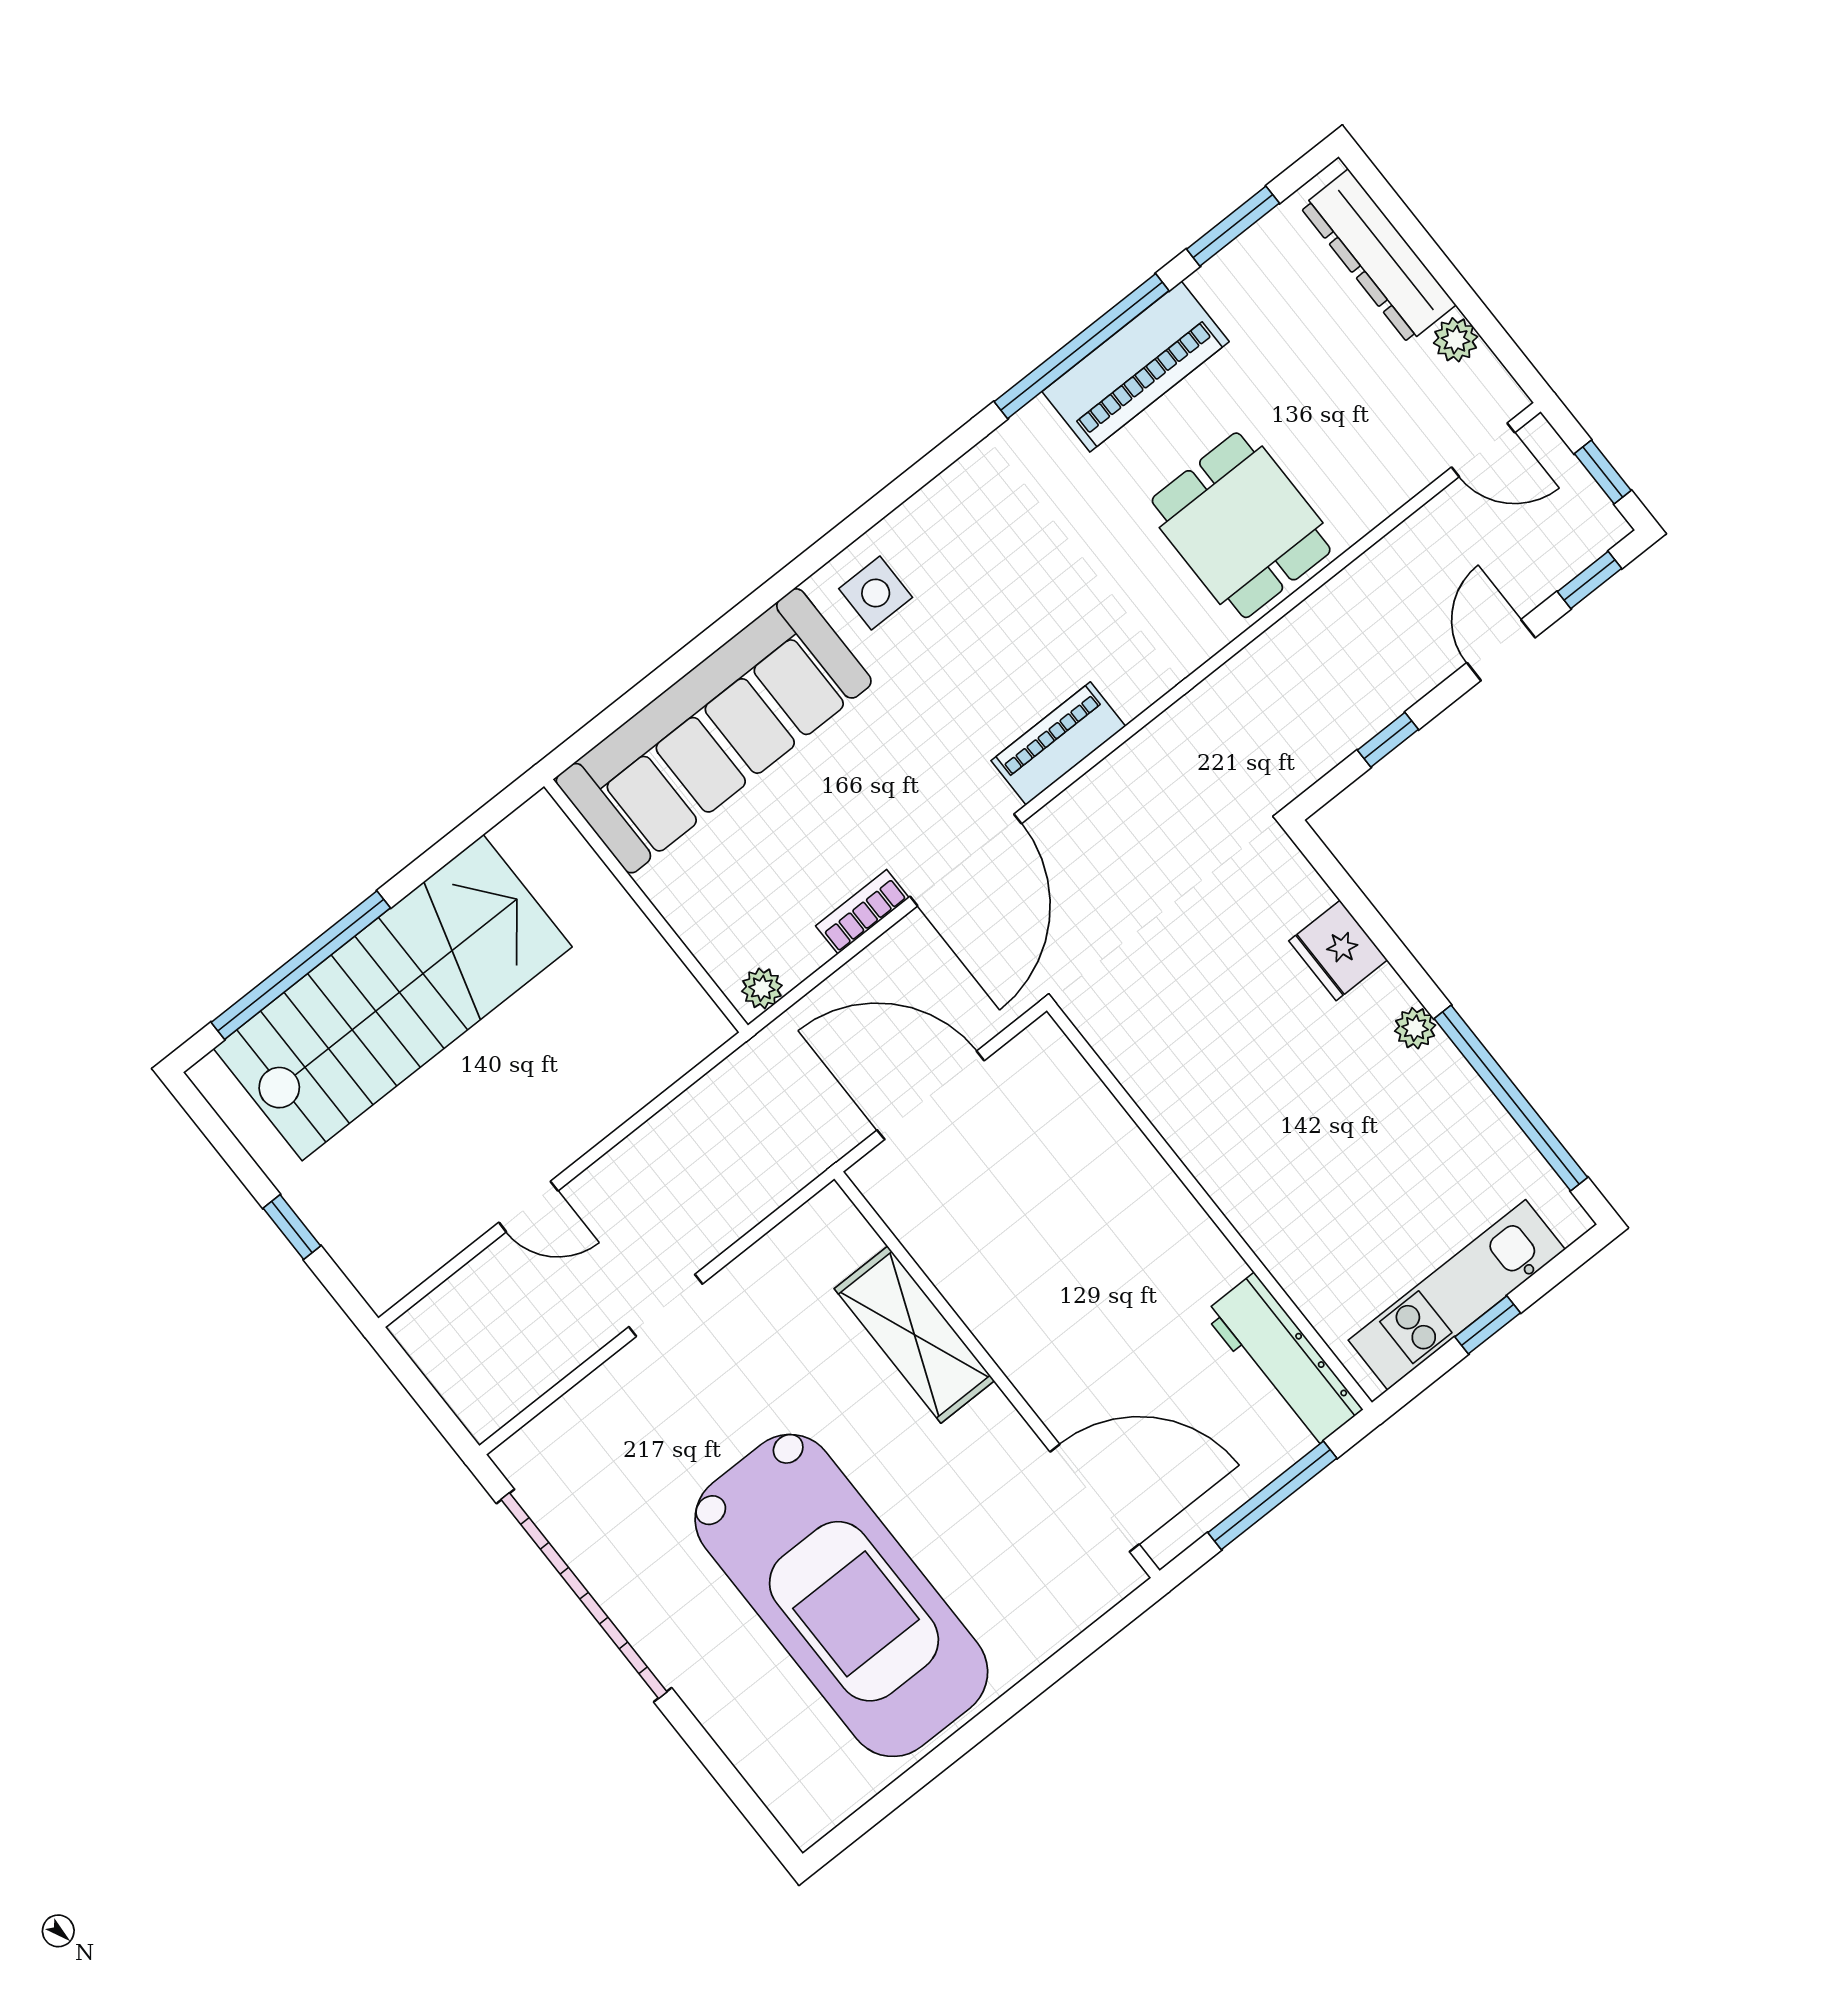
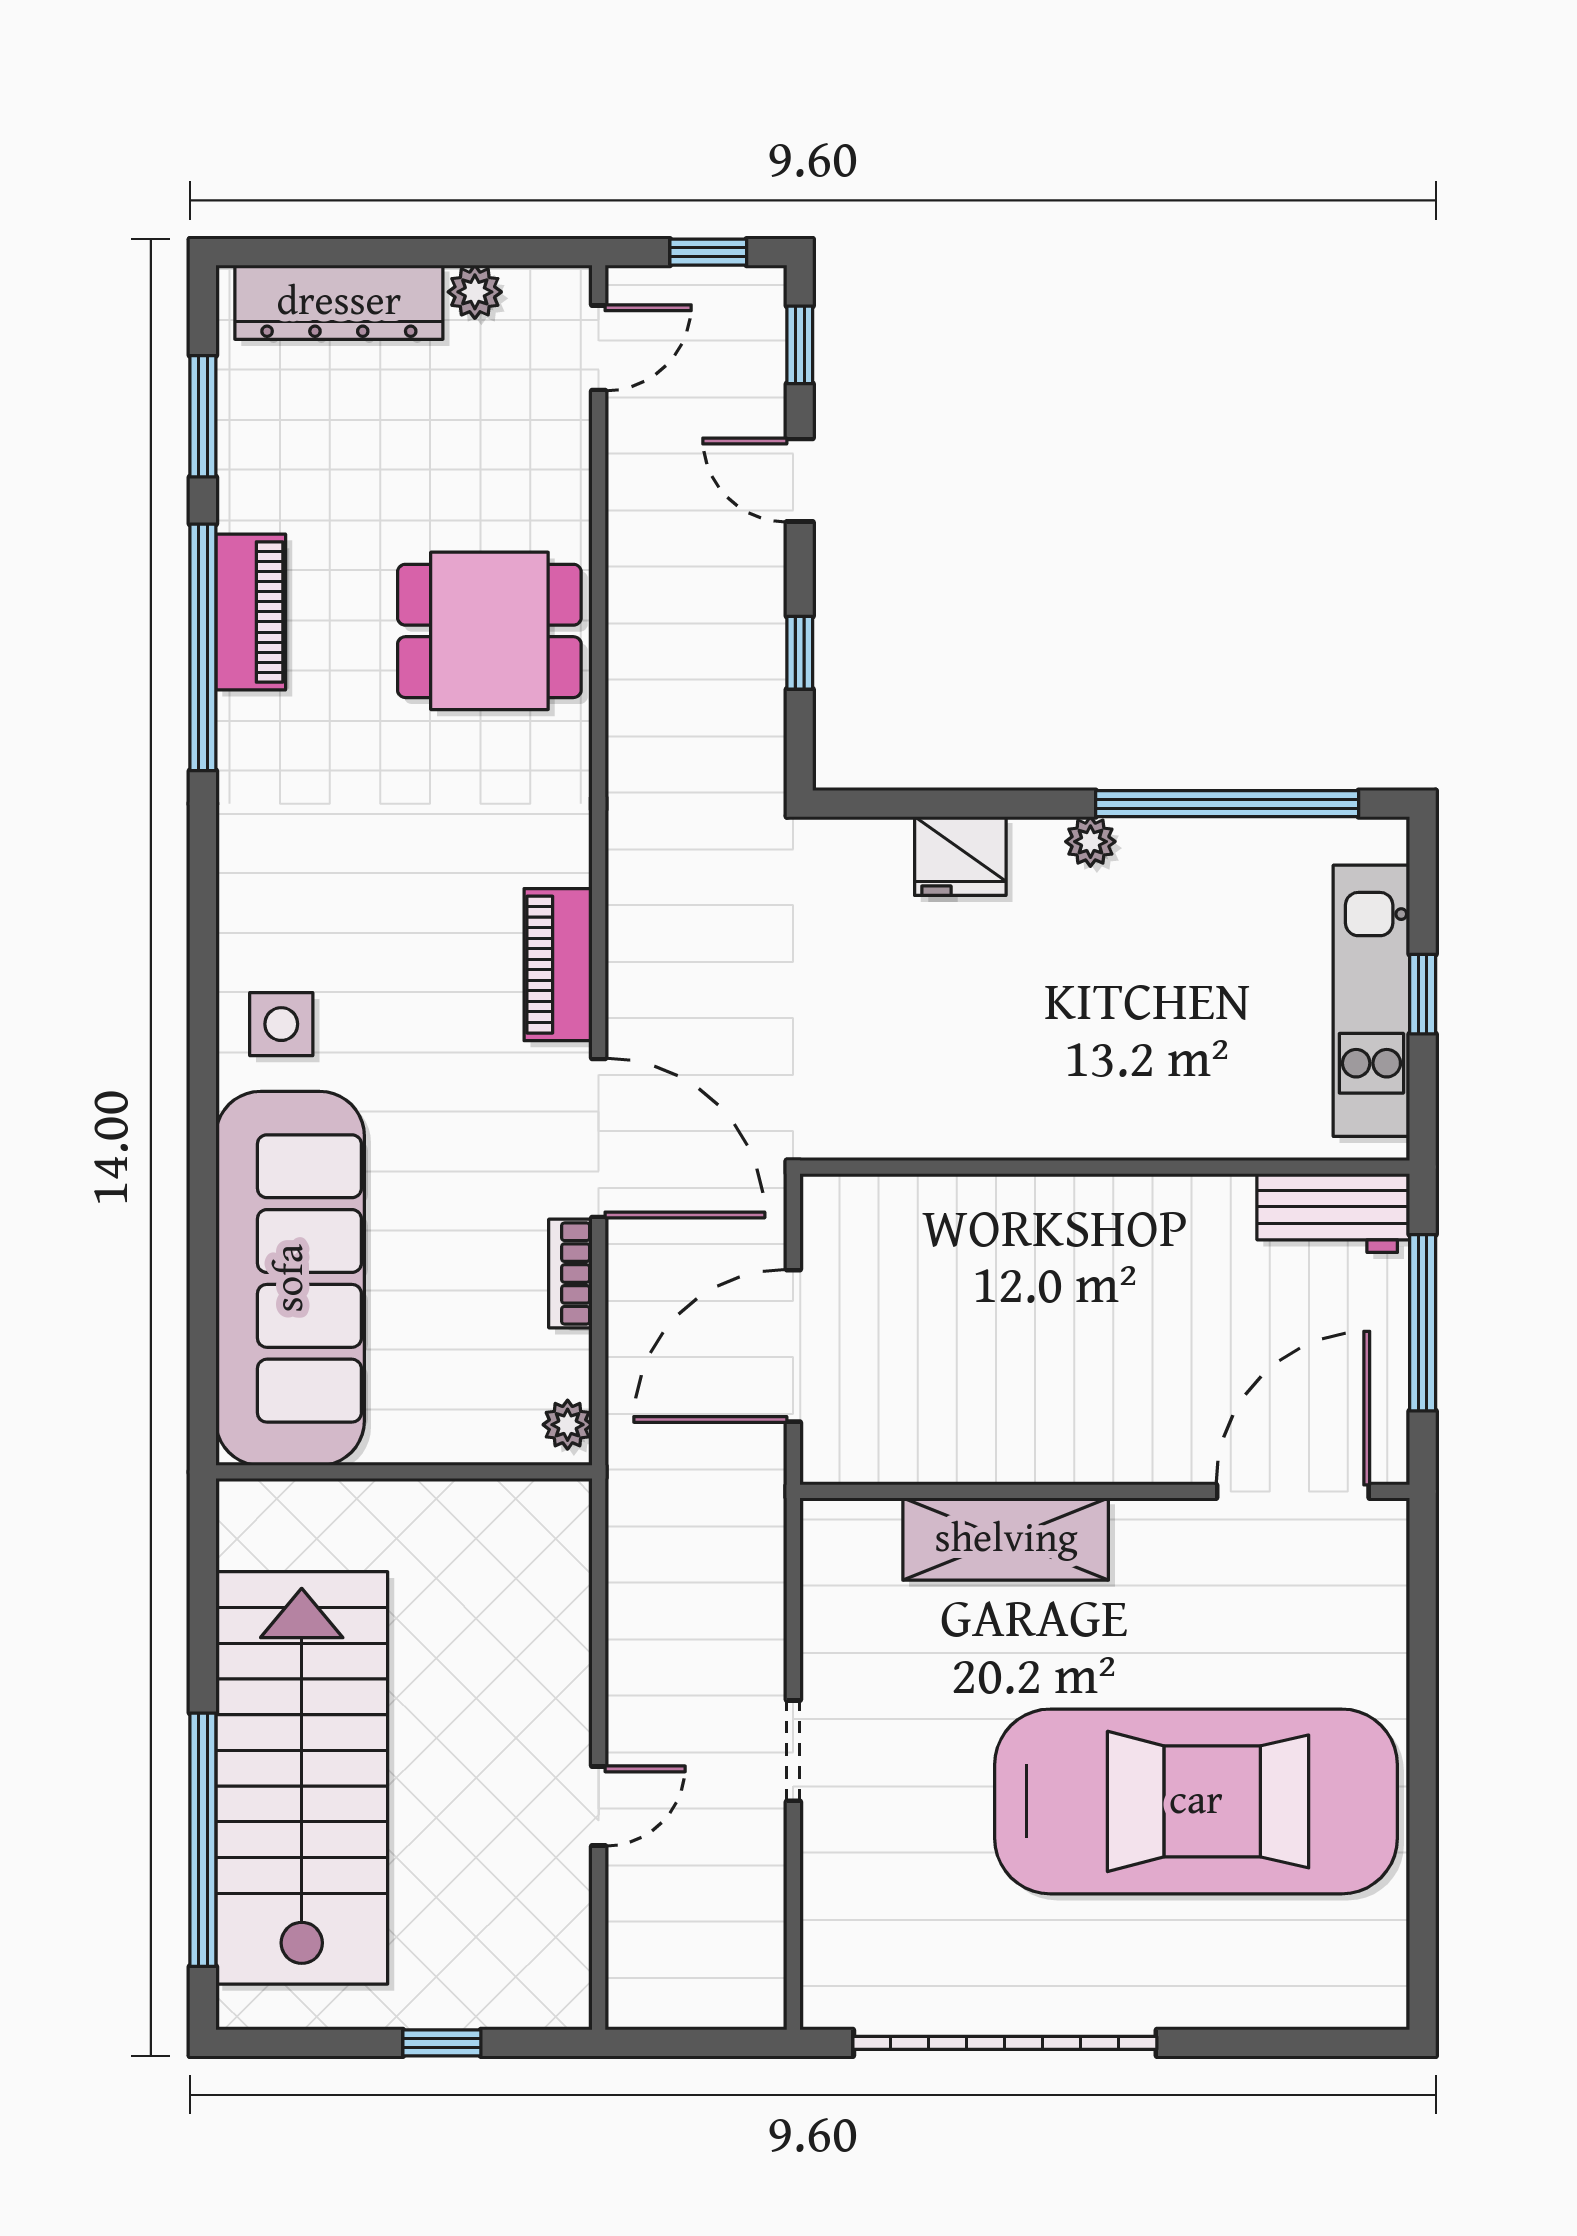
piano: (1136, 367) -> (251, 612), width x0.73, depth x0.75
workbench: (1283, 1361) -> (1333, 1213), width x0.73

